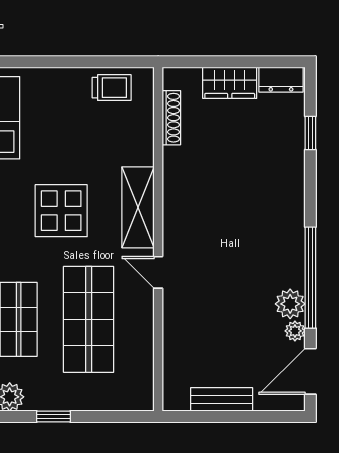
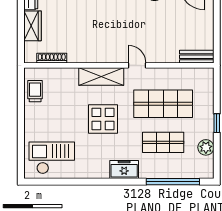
door: (158, 272) -> (137, 65), swing flipped
bench: (222, 399) -> (197, 57), moved, turned 90

